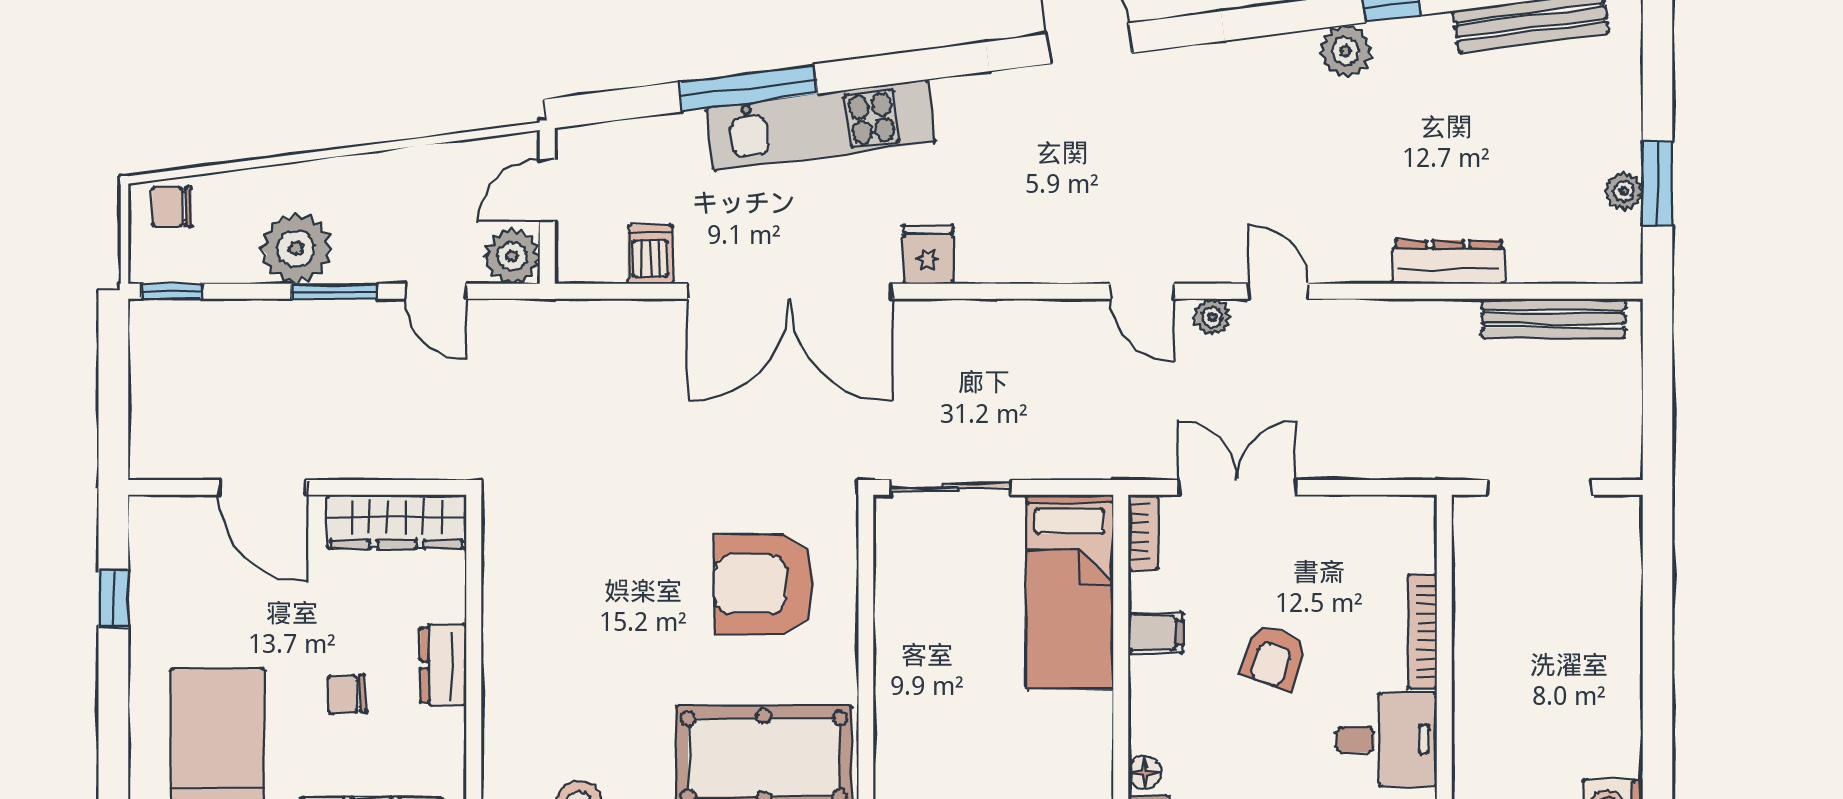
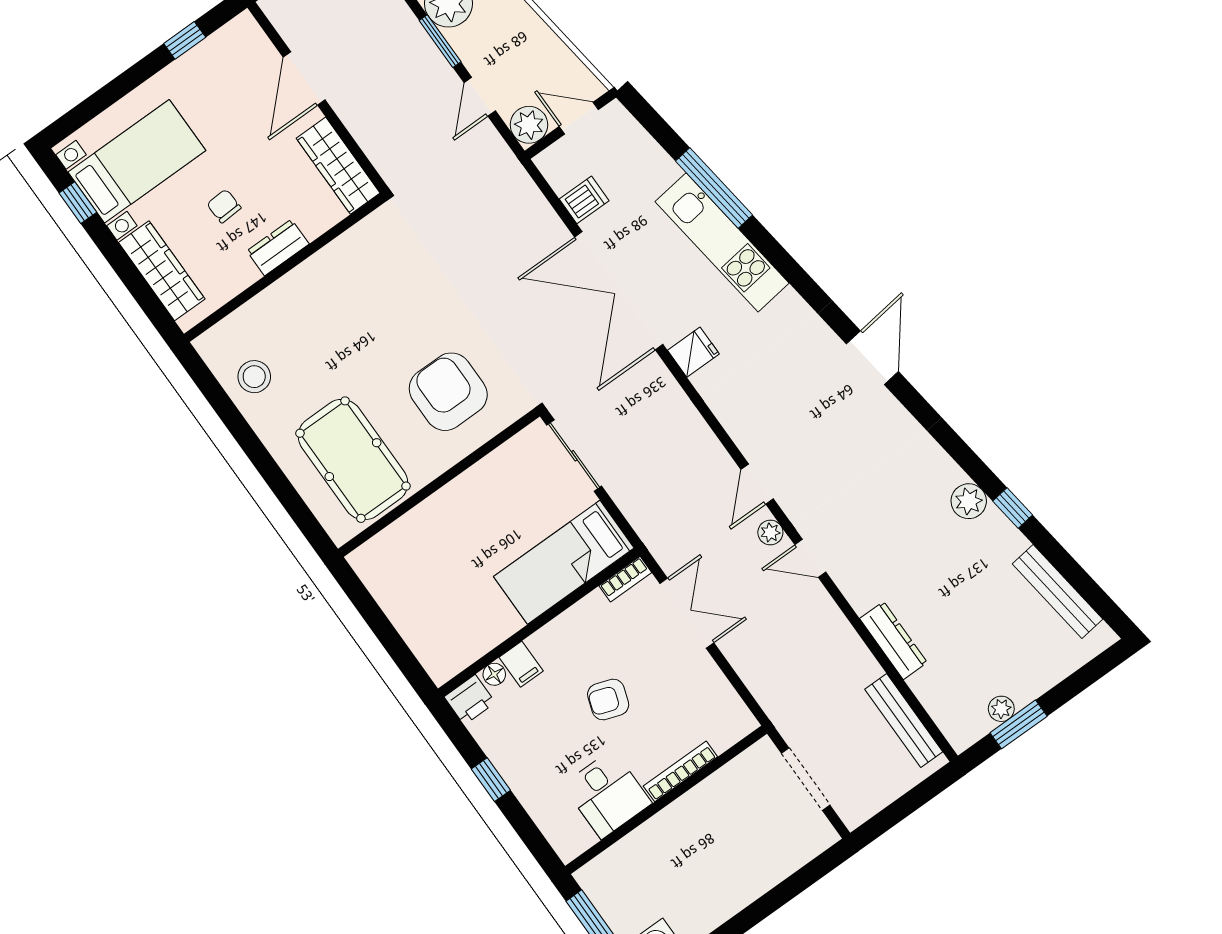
door: (1278, 291) -> (810, 558), swing flipped
filing cabinet: (1156, 633) -> (521, 664), moved

